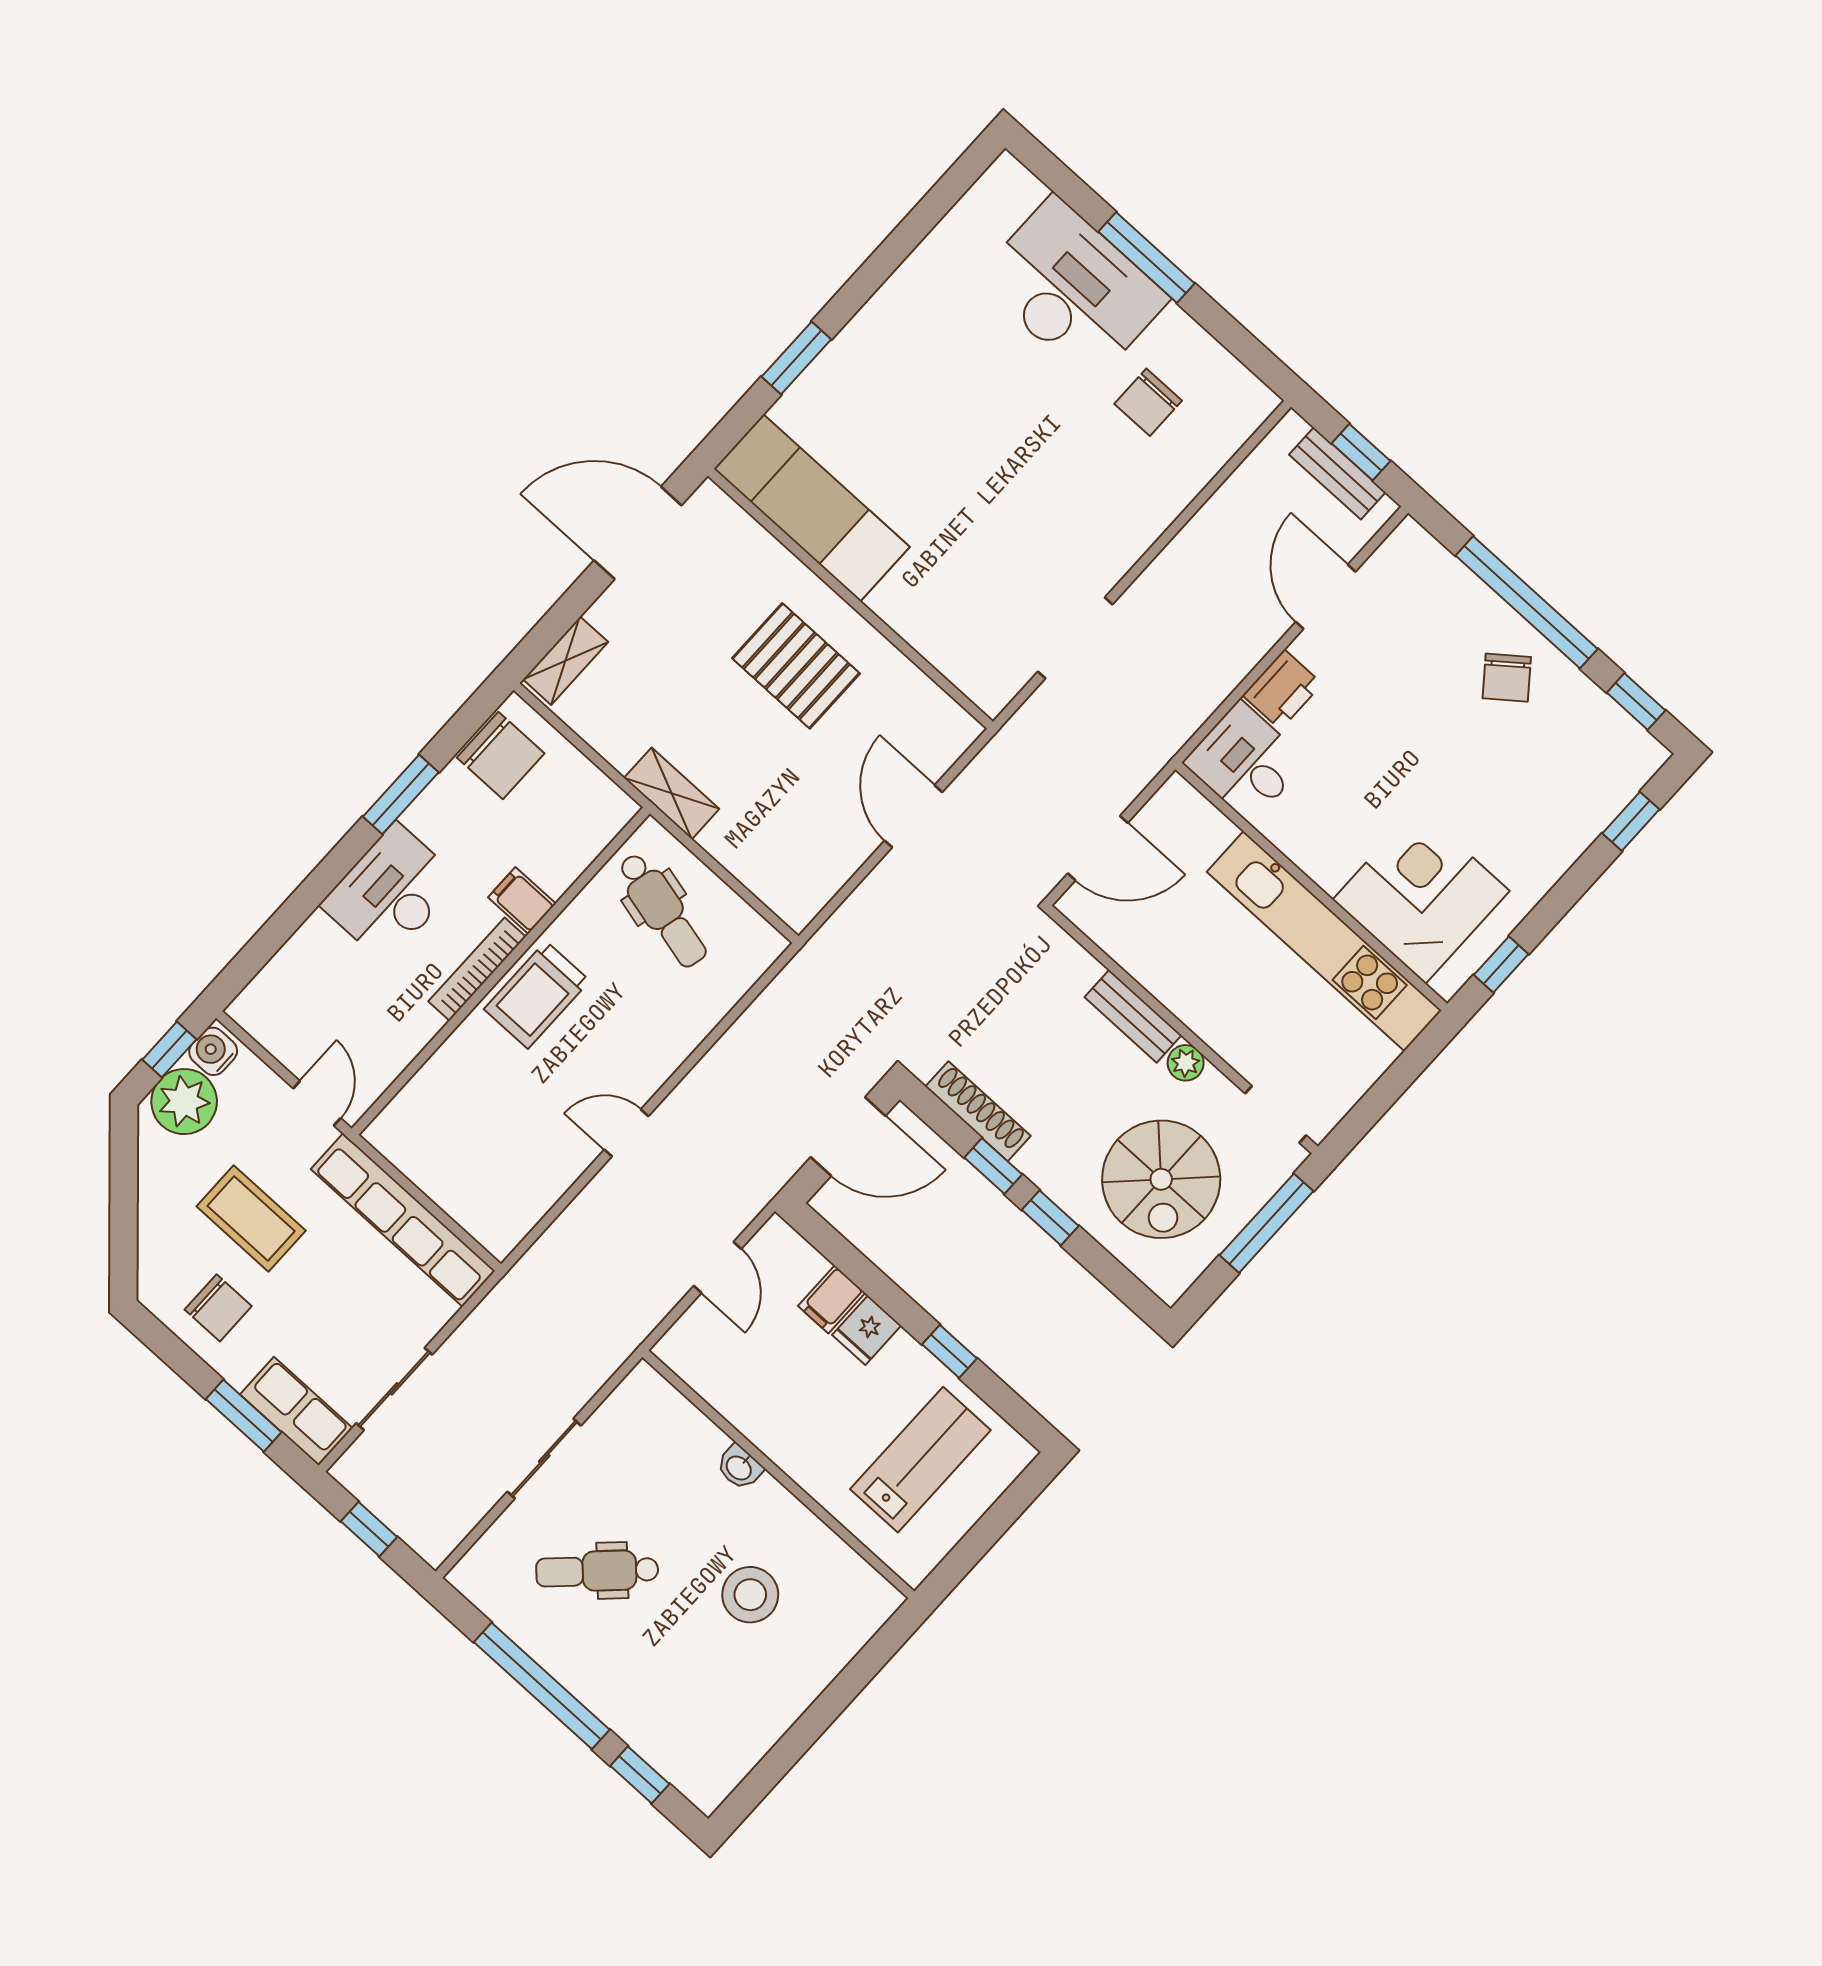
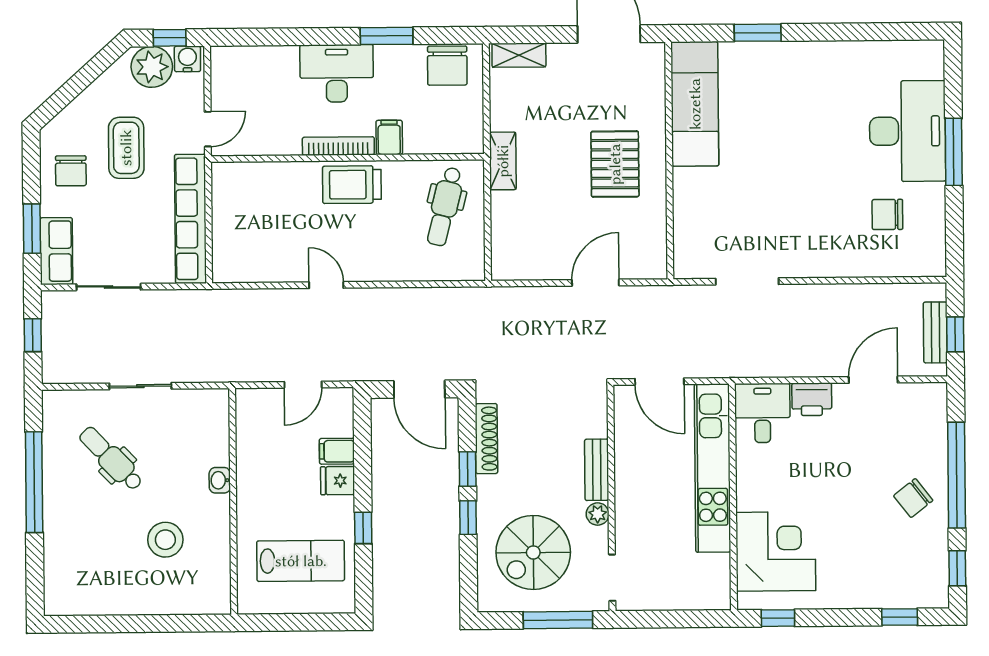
kitchen unit: (1324, 941) -> (713, 468), moved
window: (640, 1775) -> (35, 566), removed

